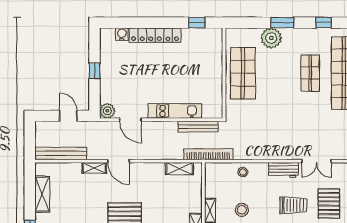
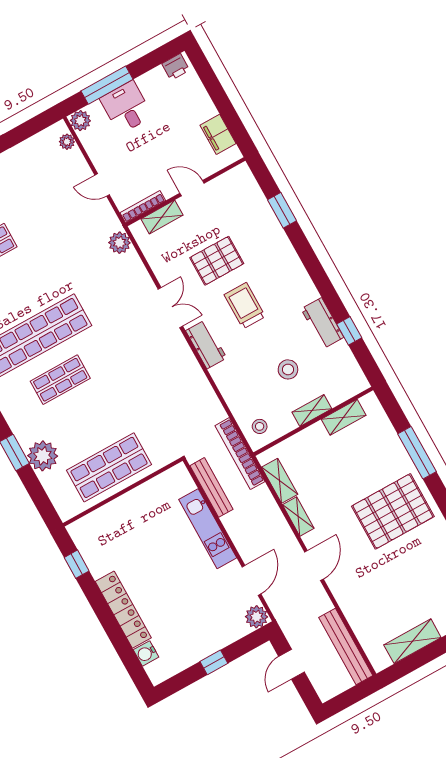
shelving: (94, 168) -> (298, 517), moved
stool: (243, 172) -> (260, 426), moved

